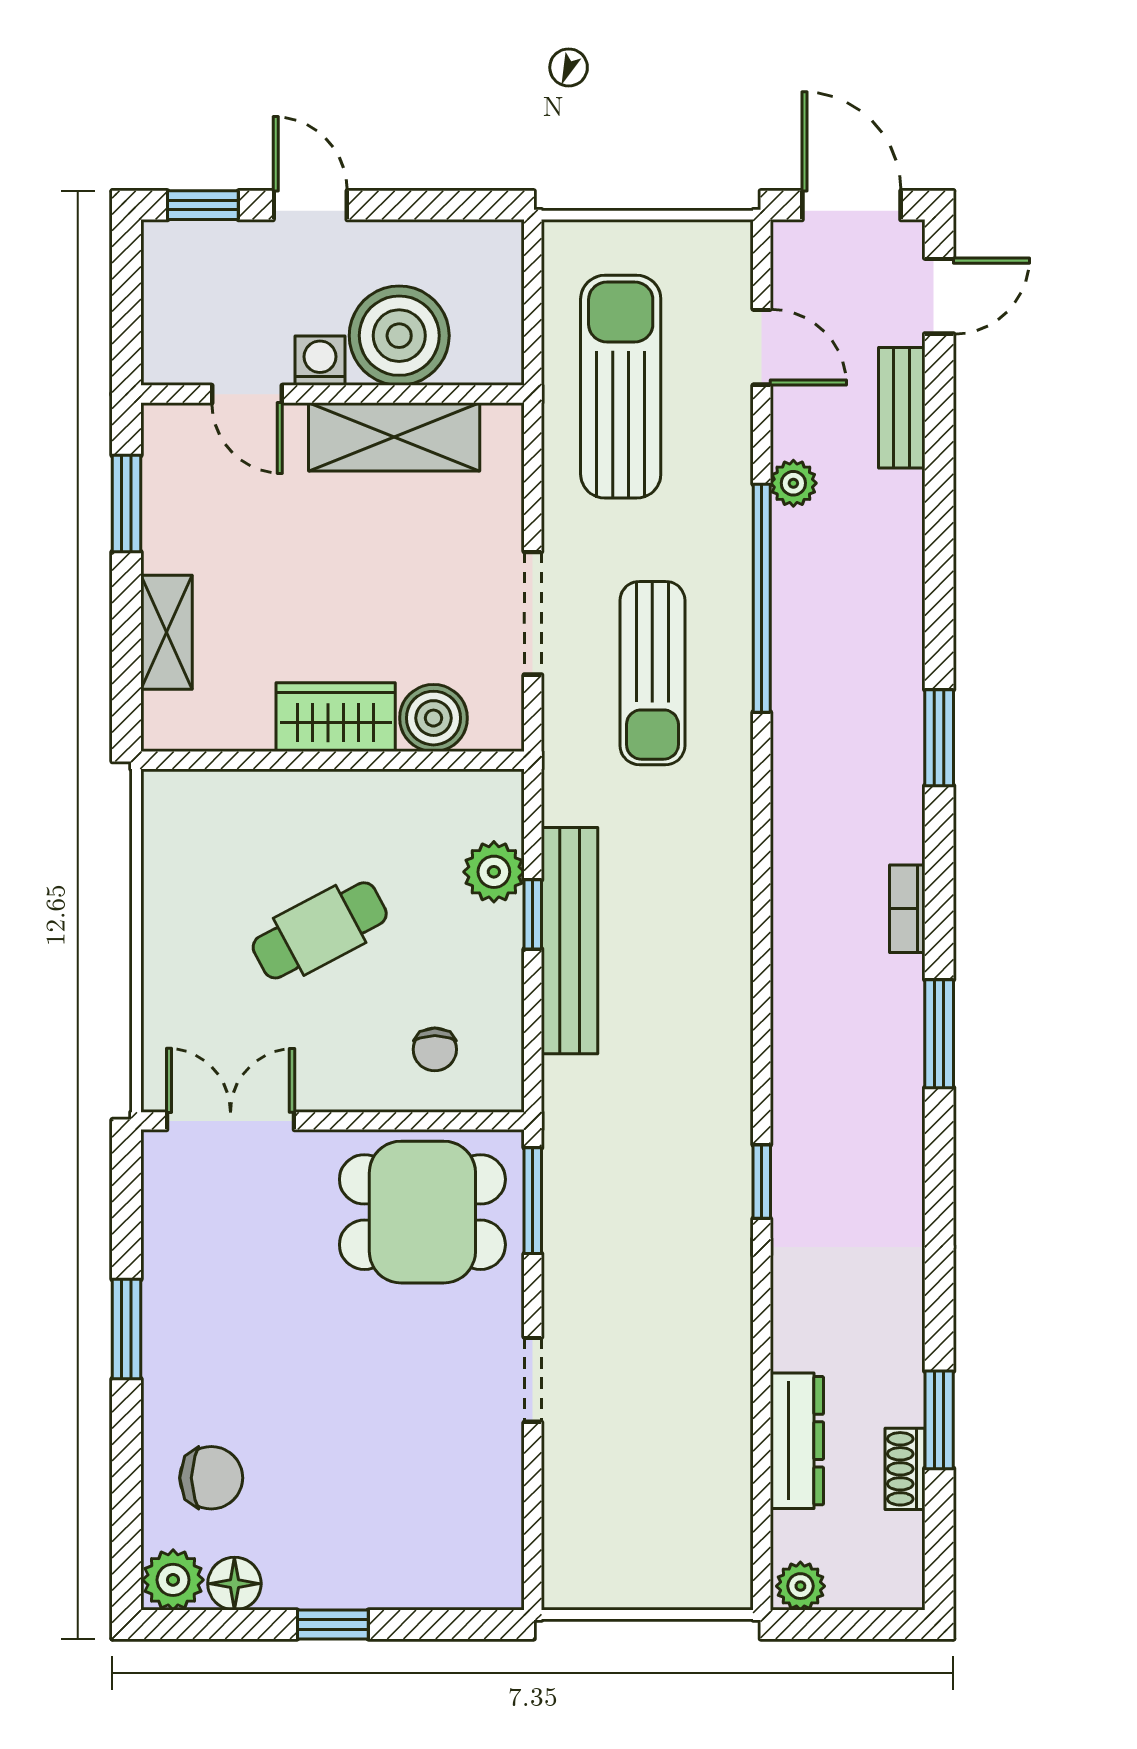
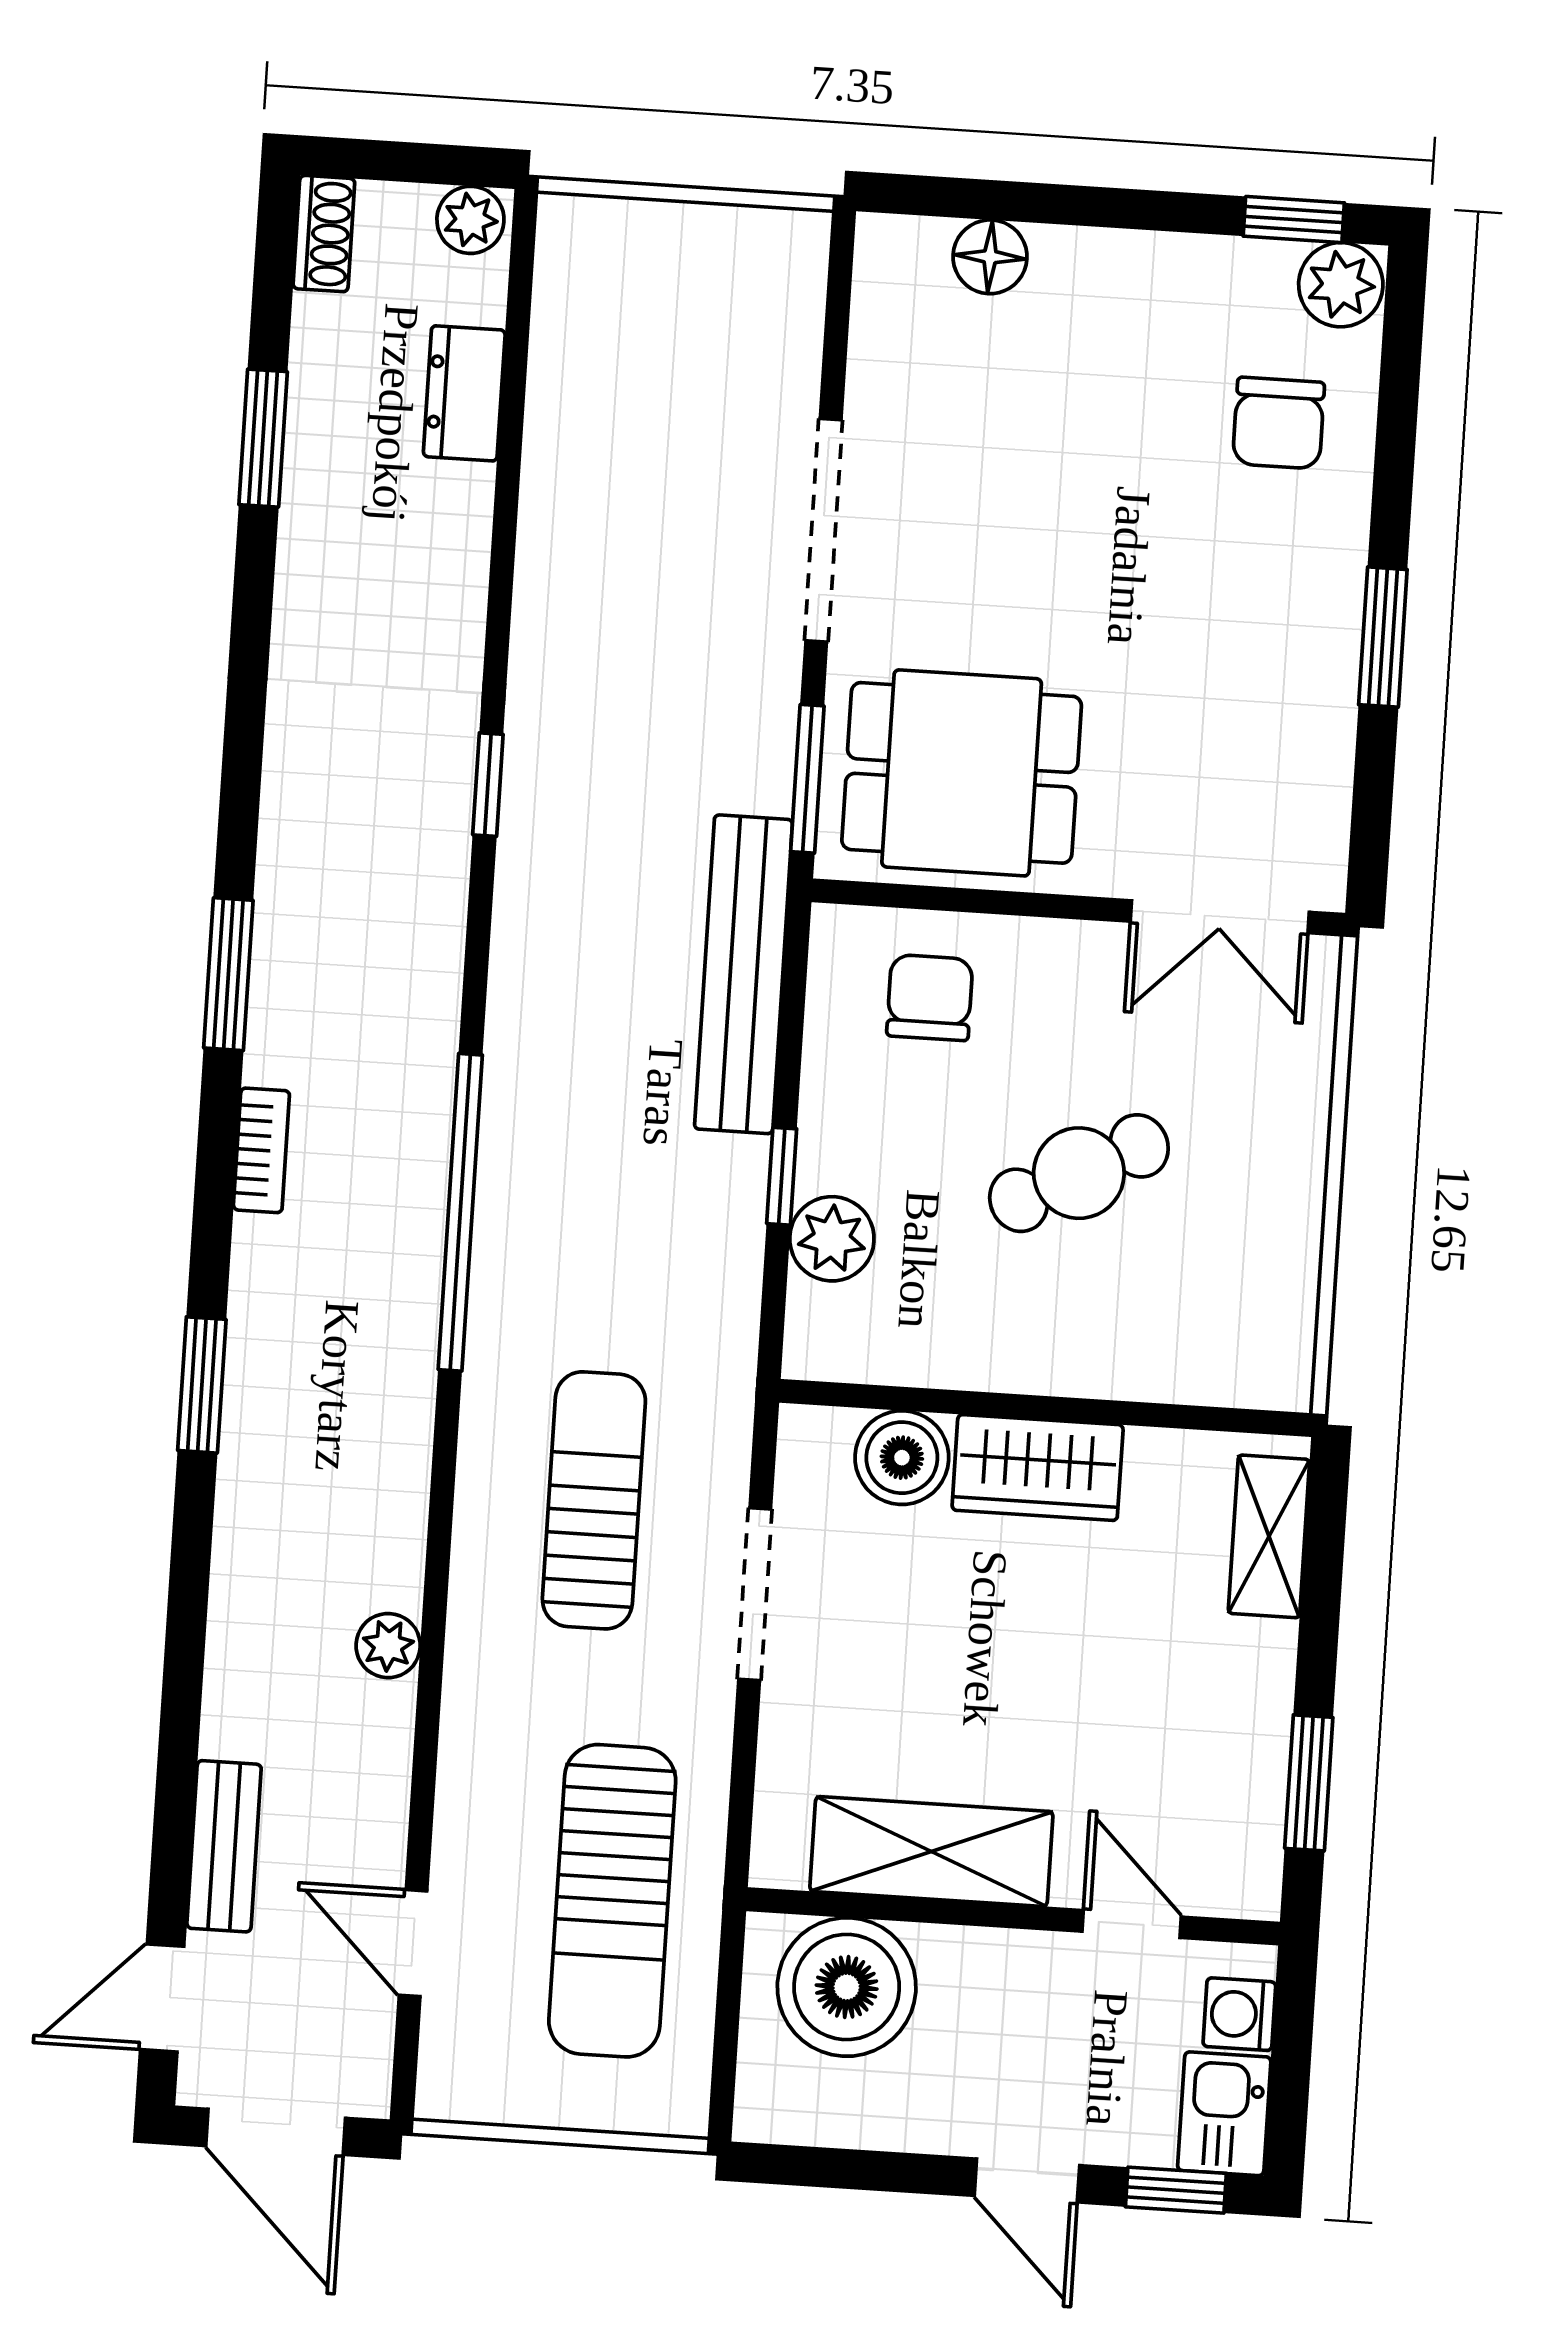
kitchen sink: (172, 262) -> (1224, 2114), added
boiler: (399, 336) -> (847, 1987), moved
washing machine: (320, 361) -> (1239, 2014), moved, turned 90
plant: (793, 483) -> (388, 1646), moved
window: (762, 598) -> (460, 1212), moved
shelving: (166, 632) -> (1269, 1536), moved
bench: (570, 941) -> (744, 974), moved
chair: (435, 1049) -> (930, 998), width x1.37, depth x1.37
doorway: (533, 1380) -> (823, 530), width x1.87
dresser: (797, 1441) -> (464, 393), width x0.70
shoe rack: (905, 1469) -> (324, 234), moved
chair: (211, 1478) -> (1279, 423), turned -90
floor lamp: (234, 1584) -> (990, 257), moved
window: (333, 1625) -> (1294, 219), moved

